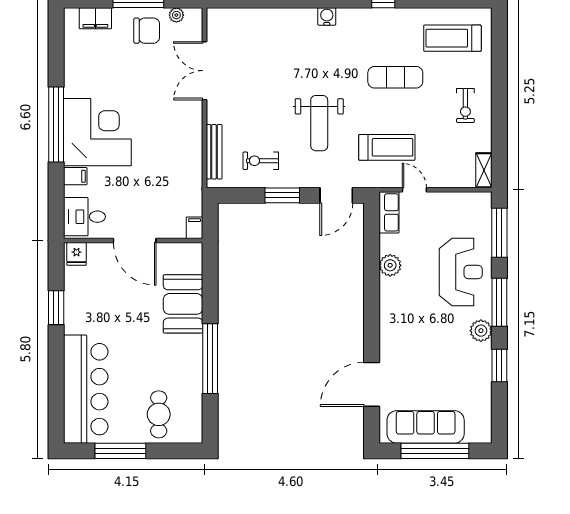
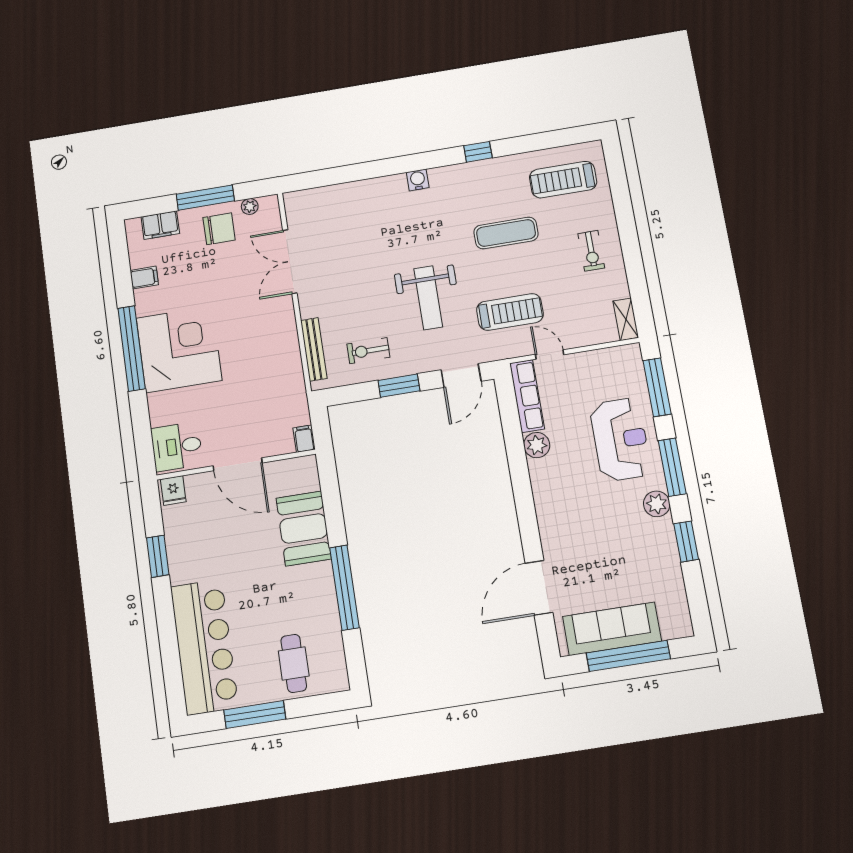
filing cabinet: (75, 176) -> (144, 278), moved
row of seats: (389, 212) -> (527, 396), width x1.48

